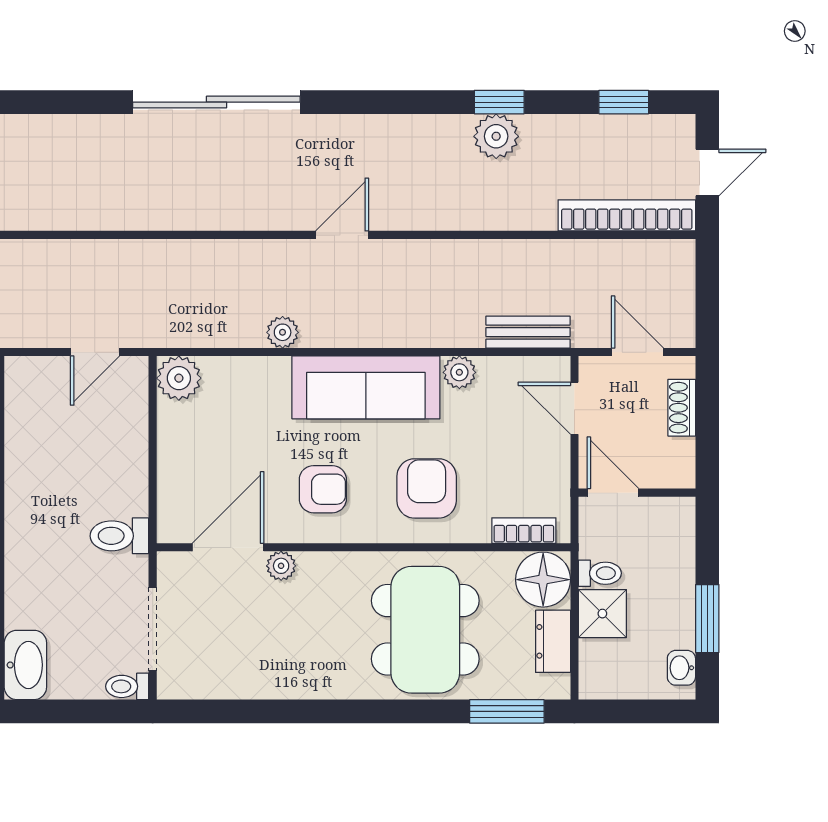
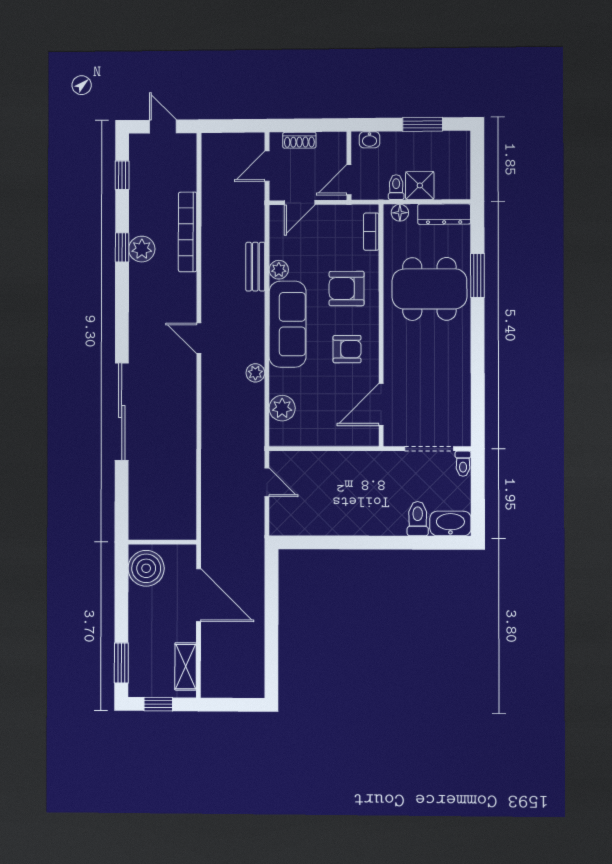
bookcase: (627, 215) -> (188, 232), moved
bench: (528, 332) -> (255, 267), moved
plant: (179, 378) -> (282, 408), moved
armchair: (323, 489) -> (347, 349), turned 90
toilet: (119, 536) -> (418, 519), moved, turned 180
door: (228, 547) -> (381, 404), hinge flipped
plant: (281, 566) -> (392, 373), removed
floor lamp: (543, 580) -> (400, 213), width x0.53, depth x0.53
dresser: (553, 641) -> (444, 214), width x1.44
washbasin: (681, 668) -> (369, 140), moved
window: (507, 711) -> (477, 275), moved

